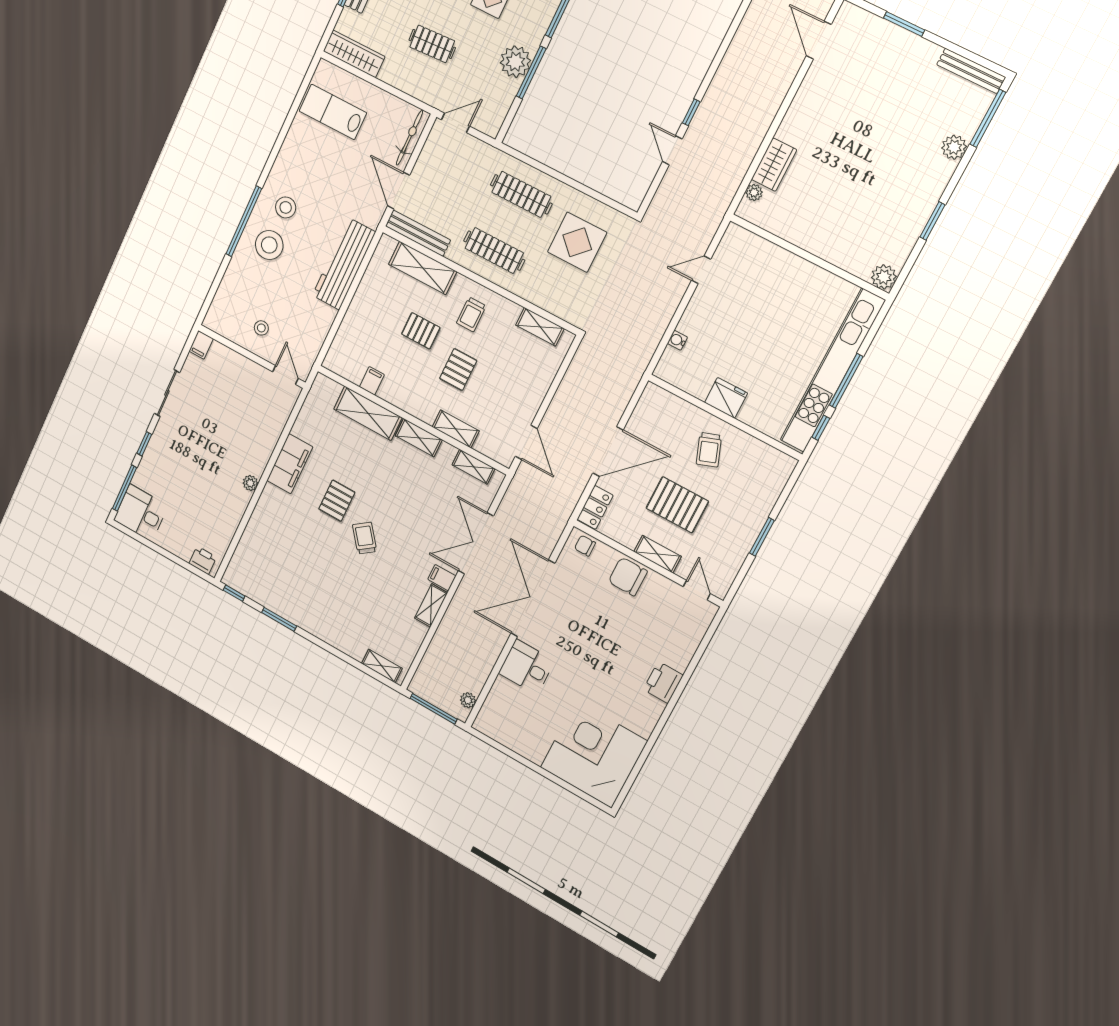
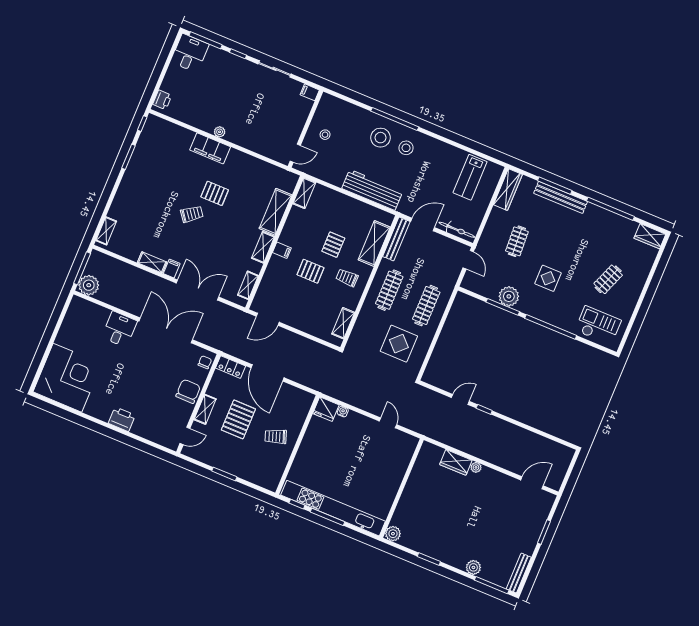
lab bench: (333, 112) -> (470, 177), turned 180
plant: (754, 192) -> (476, 467), moved
filing cabinet: (372, 381) -> (282, 250), moved
fridge: (726, 398) -> (326, 409), moved, turned 90
shelving: (456, 429) -> (304, 193), moved
filing cabinet: (290, 464) -> (210, 148), moved
plant: (468, 700) -> (89, 285), width x1.88, depth x1.88

